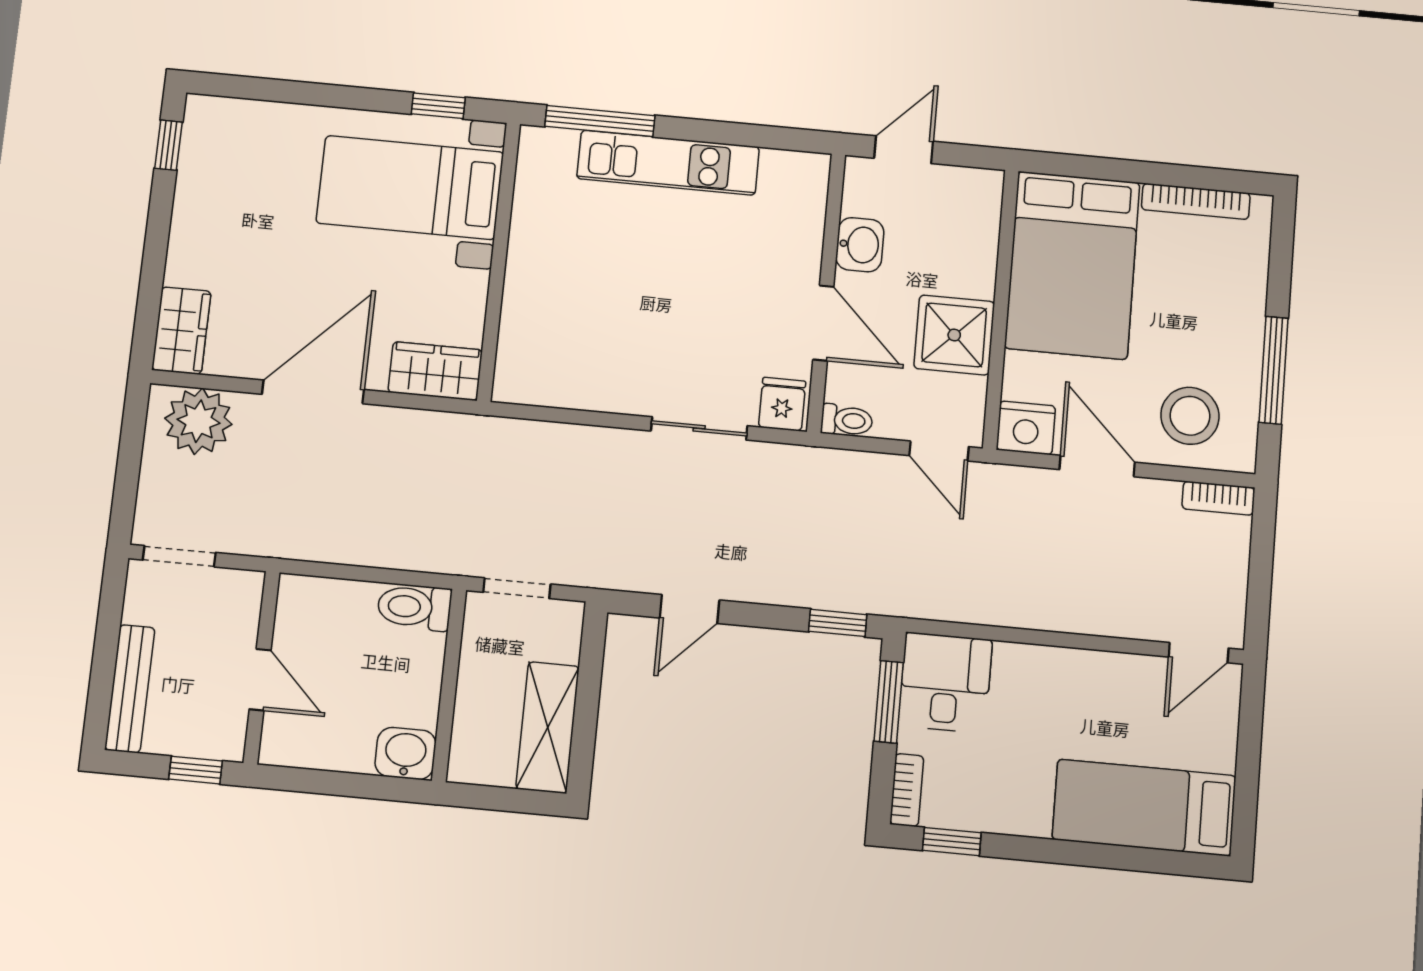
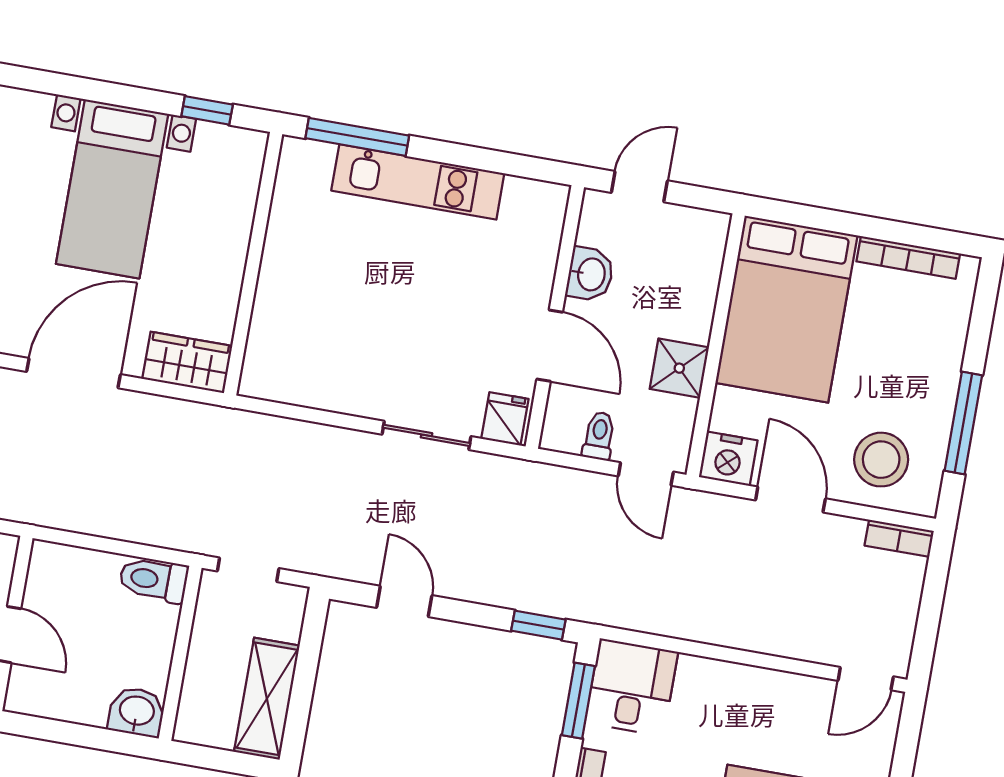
bed with nightstands: (410, 188) -> (112, 189), moved, turned -90
shower: (954, 335) -> (679, 368), width x0.73, depth x0.73
toilet: (847, 420) -> (599, 436), moved, turned -90
door: (690, 609) -> (404, 601), swing flipped

